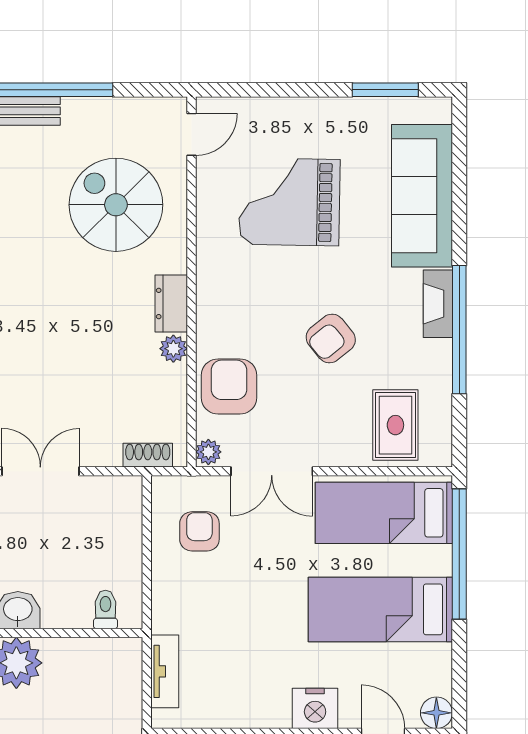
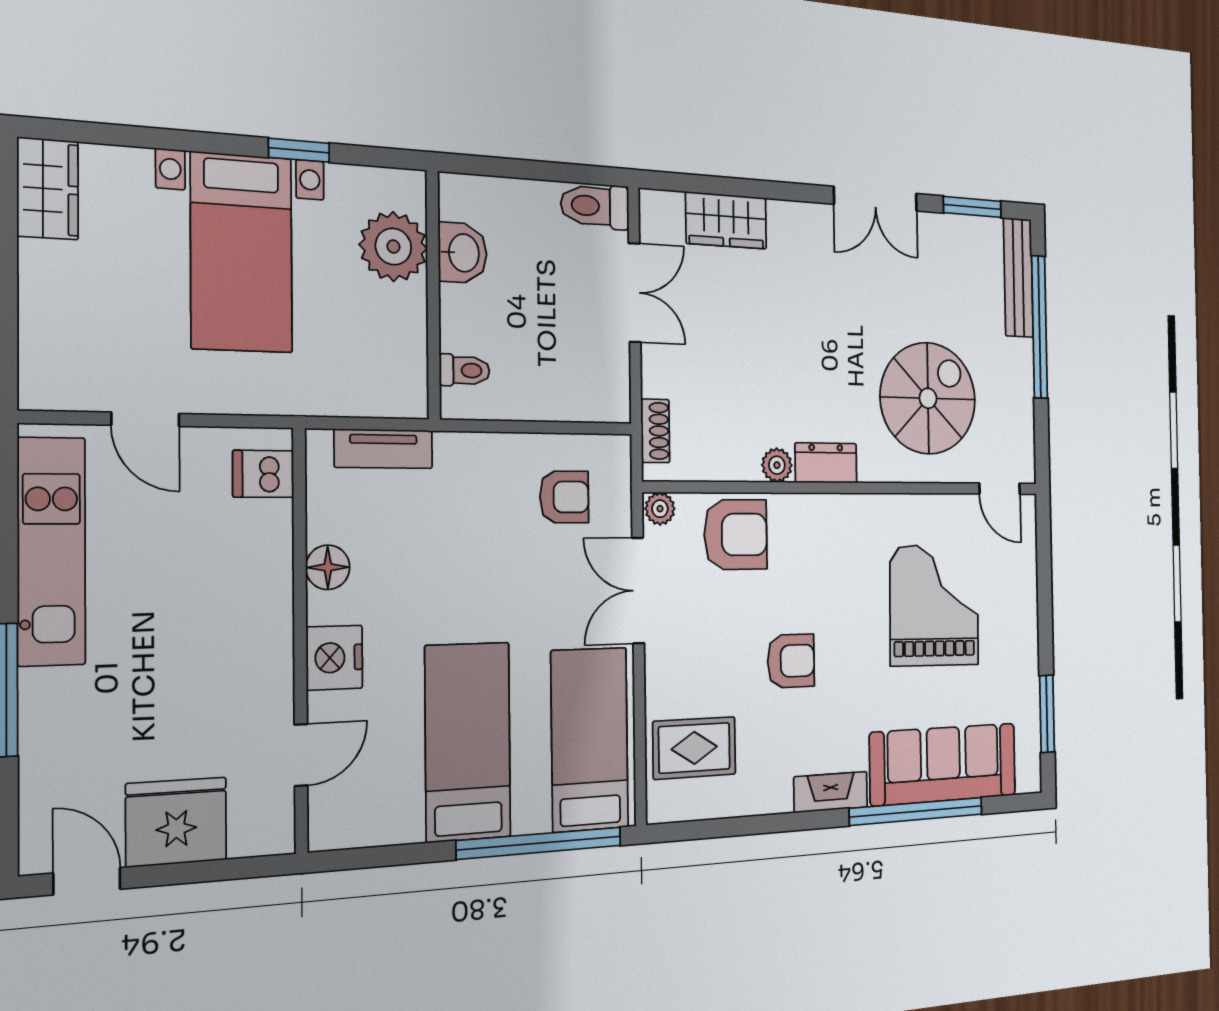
window: (459, 330) -> (916, 811), moved
armchair: (331, 338) -> (791, 661), turned 129
floor lamp: (436, 713) -> (328, 567), moved

